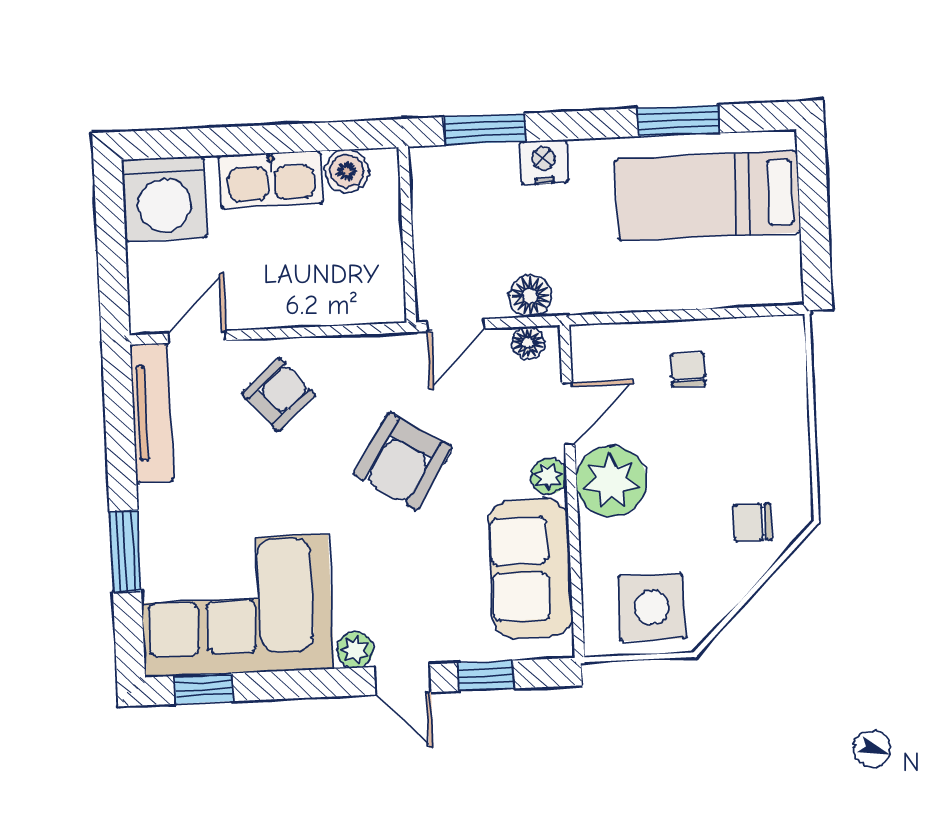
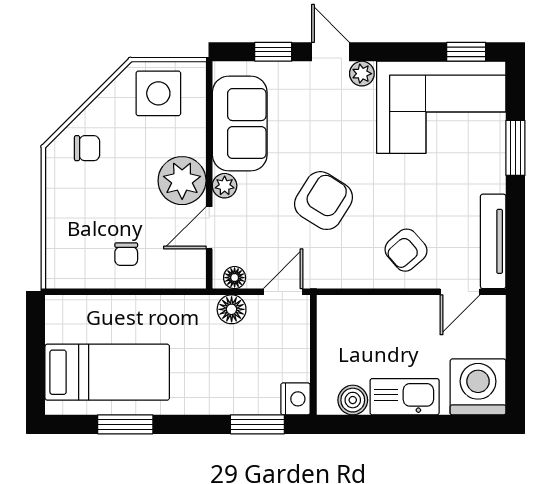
nightstand: (544, 162) -> (296, 399), moved, turned -90

